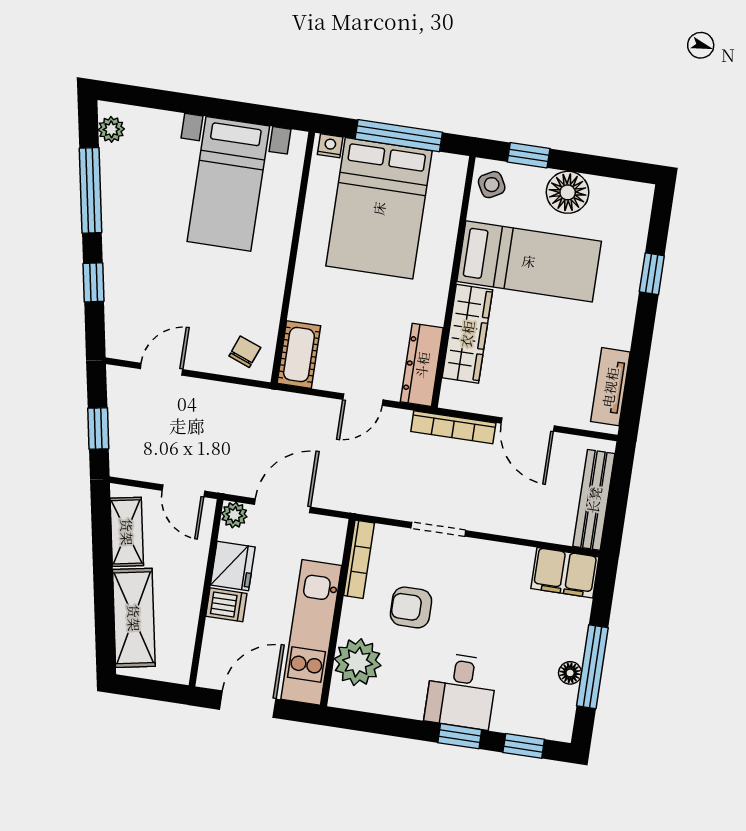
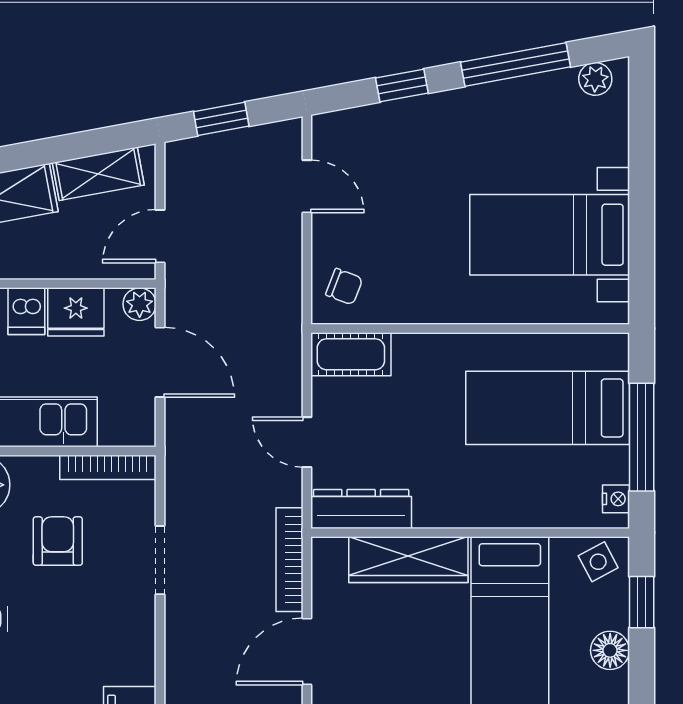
nightstand: (330, 146) -> (616, 499), moved
floor lamp: (568, 192) -> (610, 650), width x0.73, depth x0.73
bed: (379, 208) -> (548, 408), width x0.67

